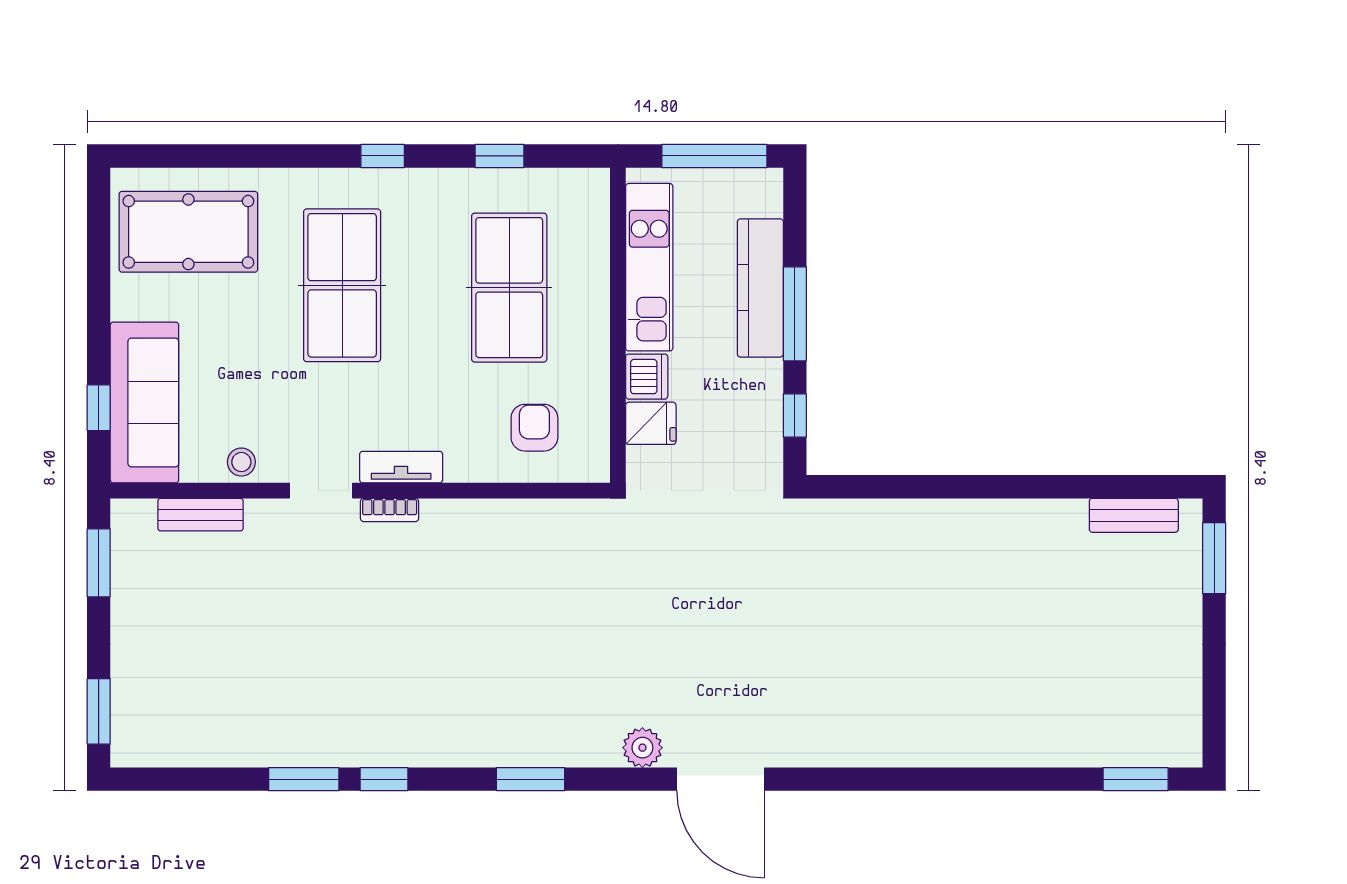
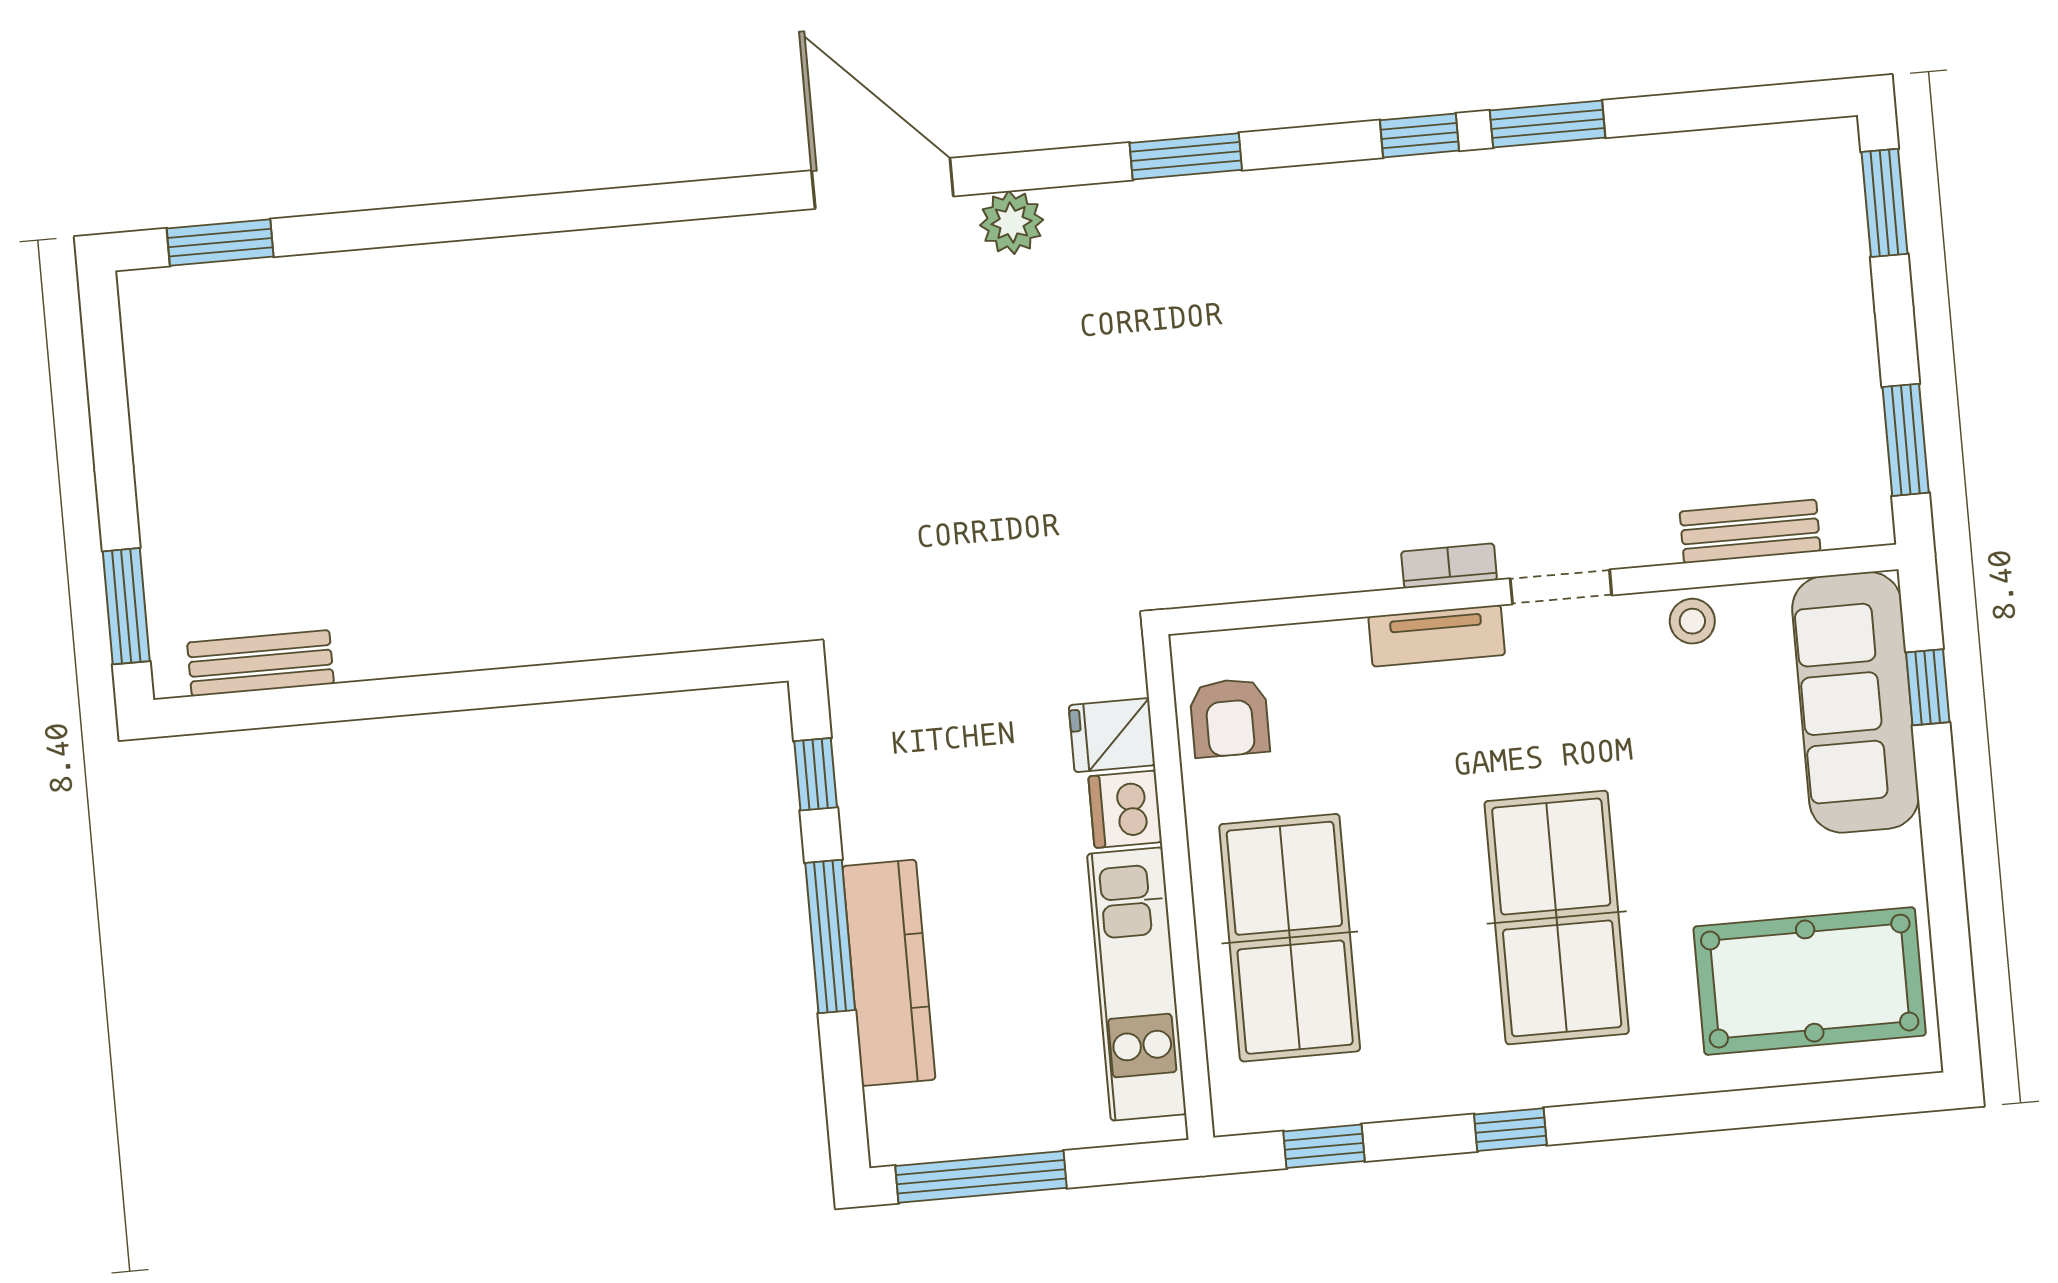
kitchen unit: (649, 267) -> (1137, 984), moved
wall: (618, 325) -> (1178, 887), moved
dishwasher: (647, 377) -> (1125, 809), moved
fridge: (651, 423) -> (1112, 735), moved

